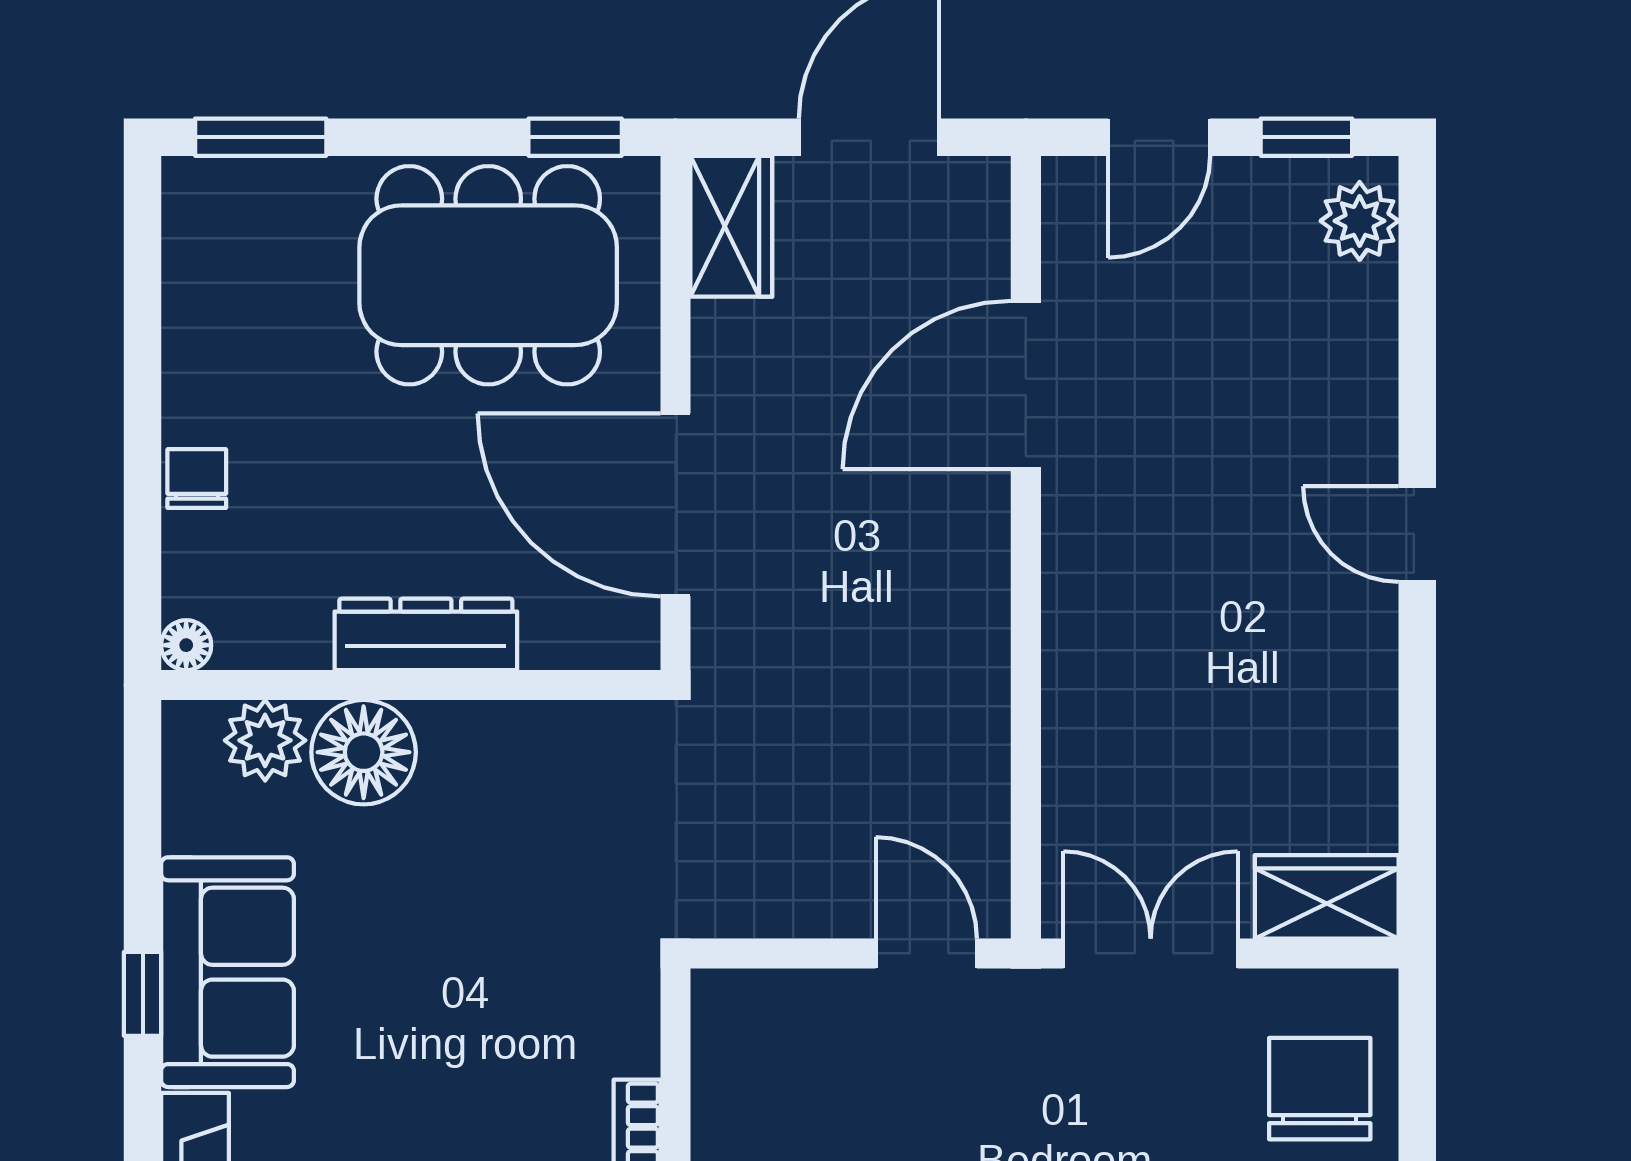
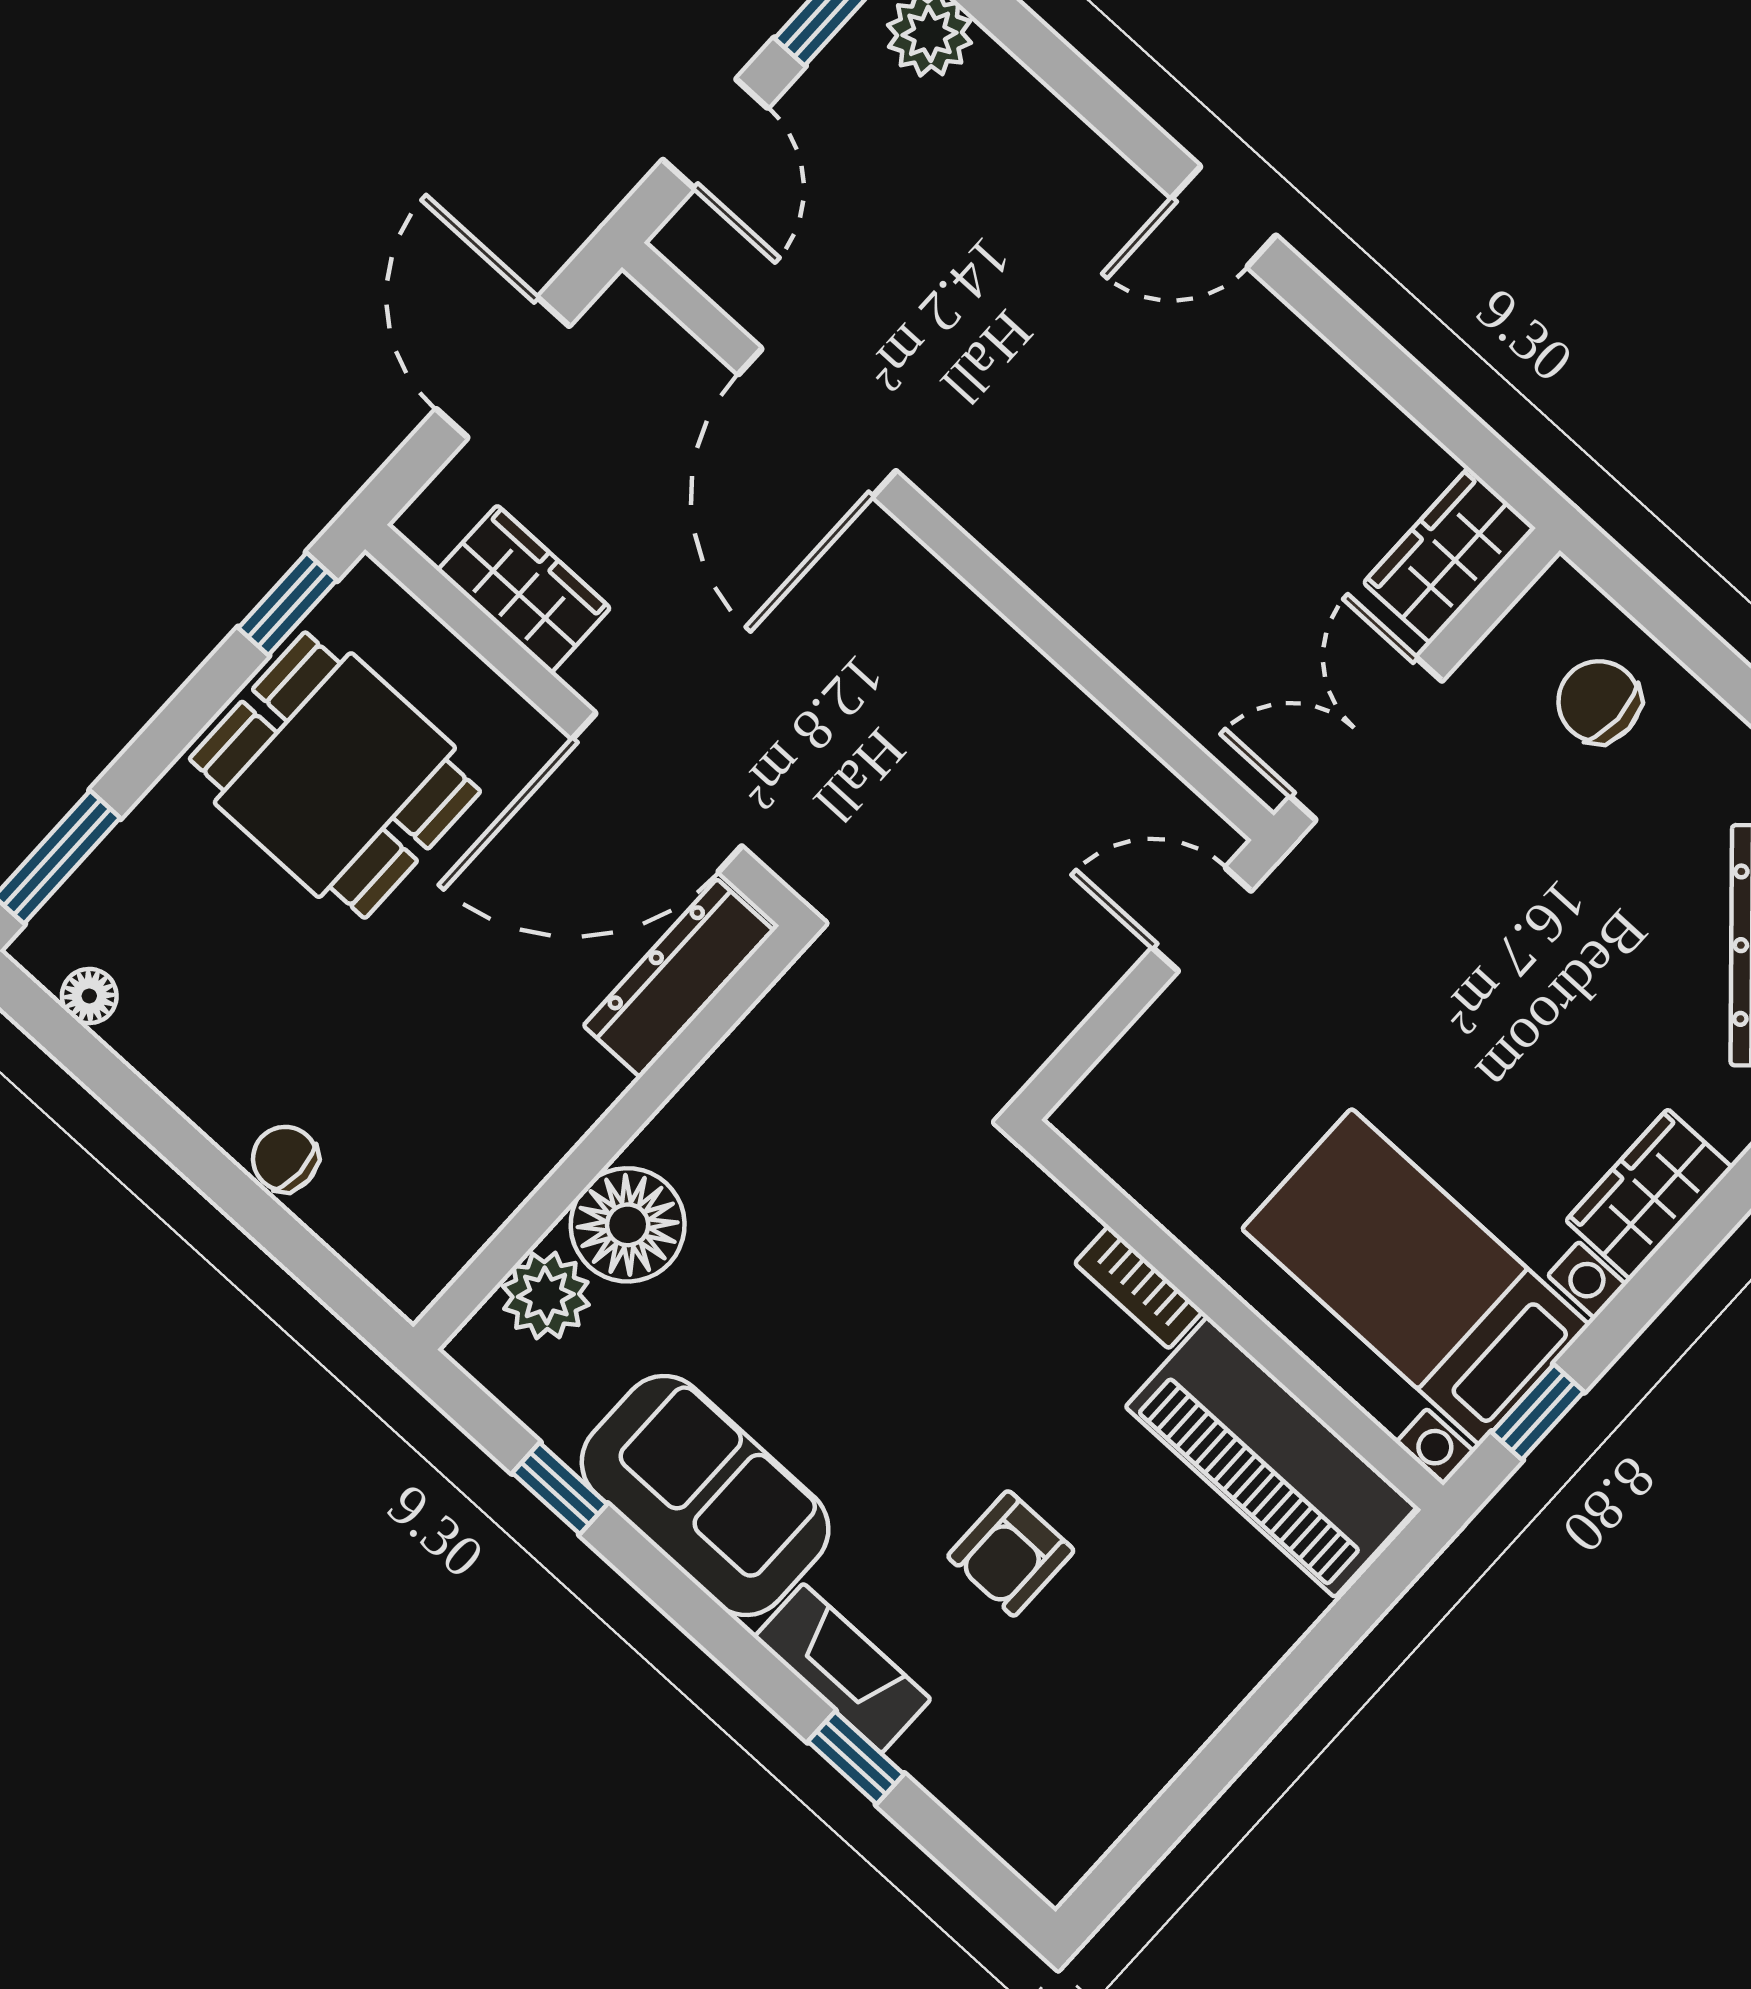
wardrobe: (731, 226) -> (524, 589), moved
dining table: (488, 275) -> (335, 775), width x0.73
dresser: (426, 634) -> (679, 978), moved
floor lamp: (186, 645) -> (89, 996), moved
window: (143, 994) -> (560, 1488), moved
chair: (1320, 1089) -> (1599, 702), width x0.73, depth x0.73

